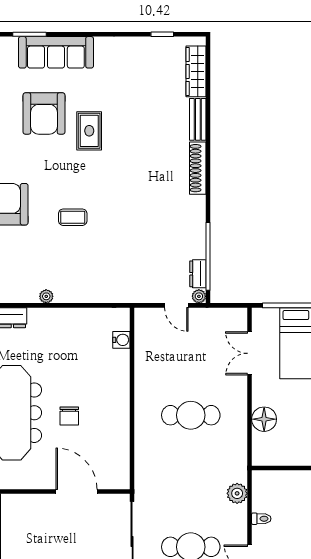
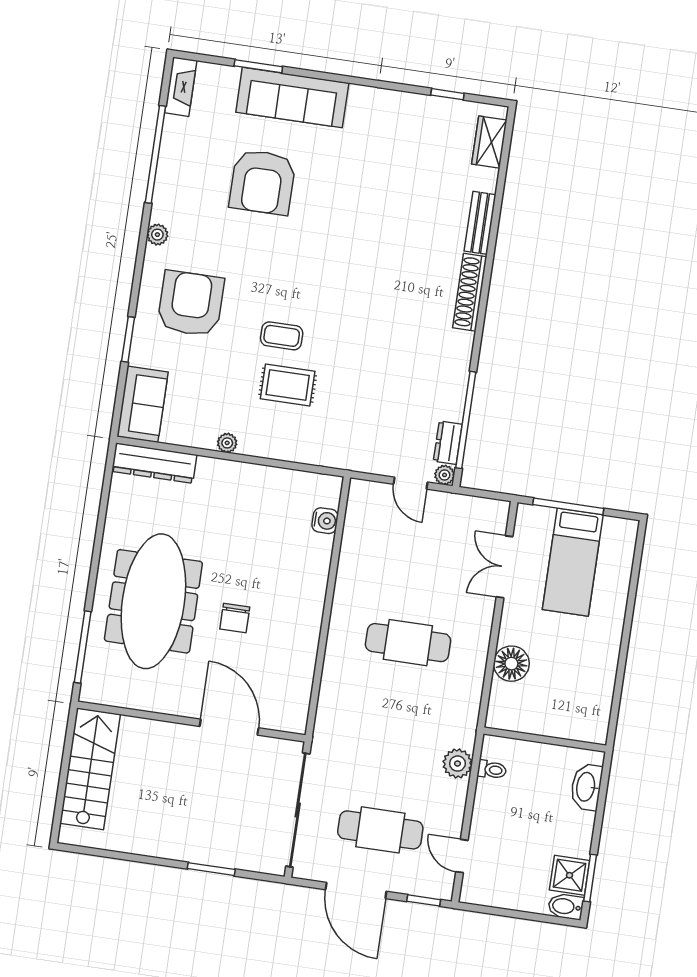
wardrobe: (196, 71) -> (489, 142), width x0.67
rug: (89, 131) -> (288, 385), moved, turned 90
toilet: (261, 519) -> (492, 770), moved

